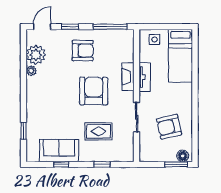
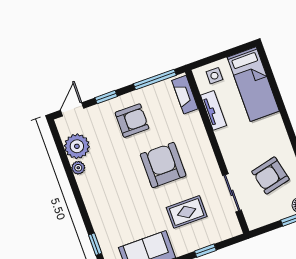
fireplace: (128, 77) -> (185, 95), moved
tv unit: (145, 77) -> (214, 110), moved
sliding door: (137, 117) -> (232, 193), moved

